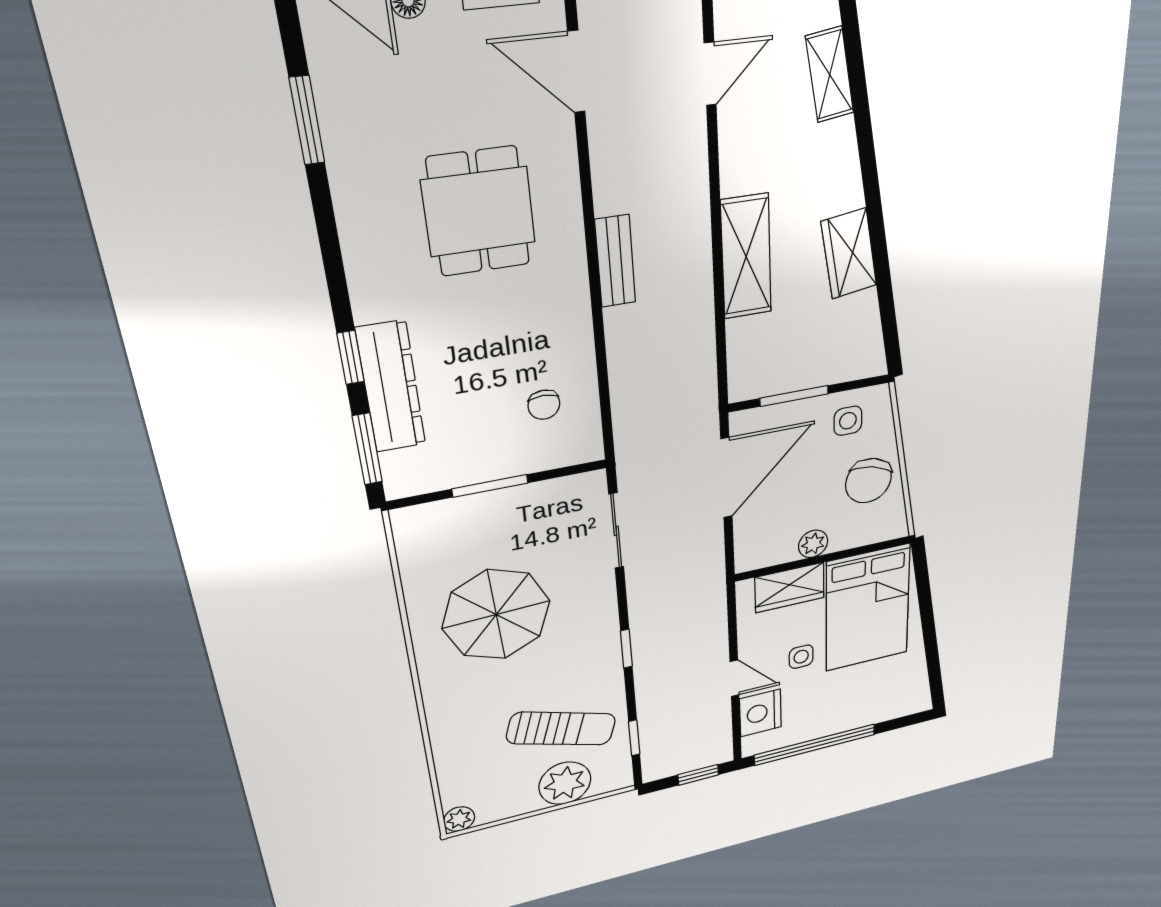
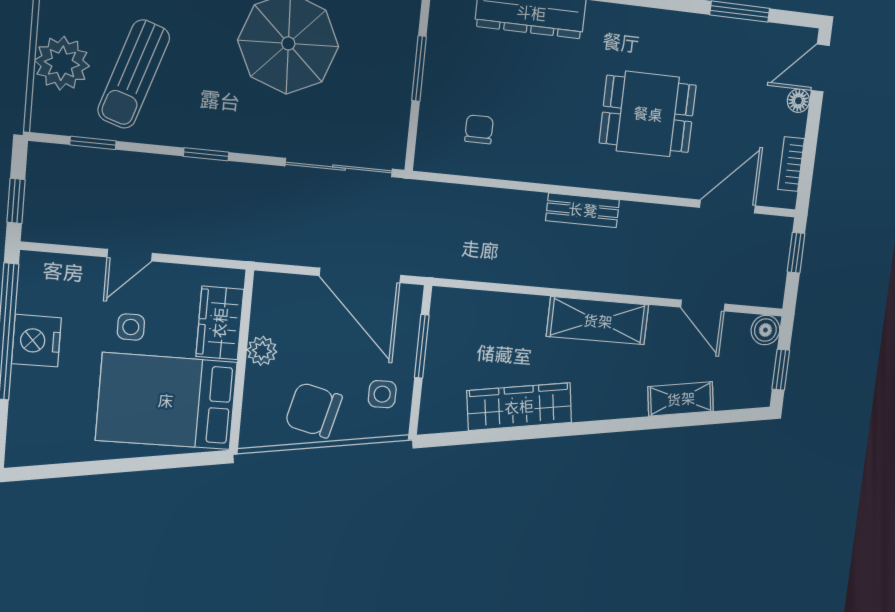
wardrobe: (849, 254) -> (519, 407), width x1.50
shelving: (746, 257) -> (598, 321), moved
chair: (544, 405) -> (479, 129), turned 90
sliding door: (616, 531) -> (339, 168), width x1.37
nightstand: (760, 713) -> (36, 341), moved, turned -90

